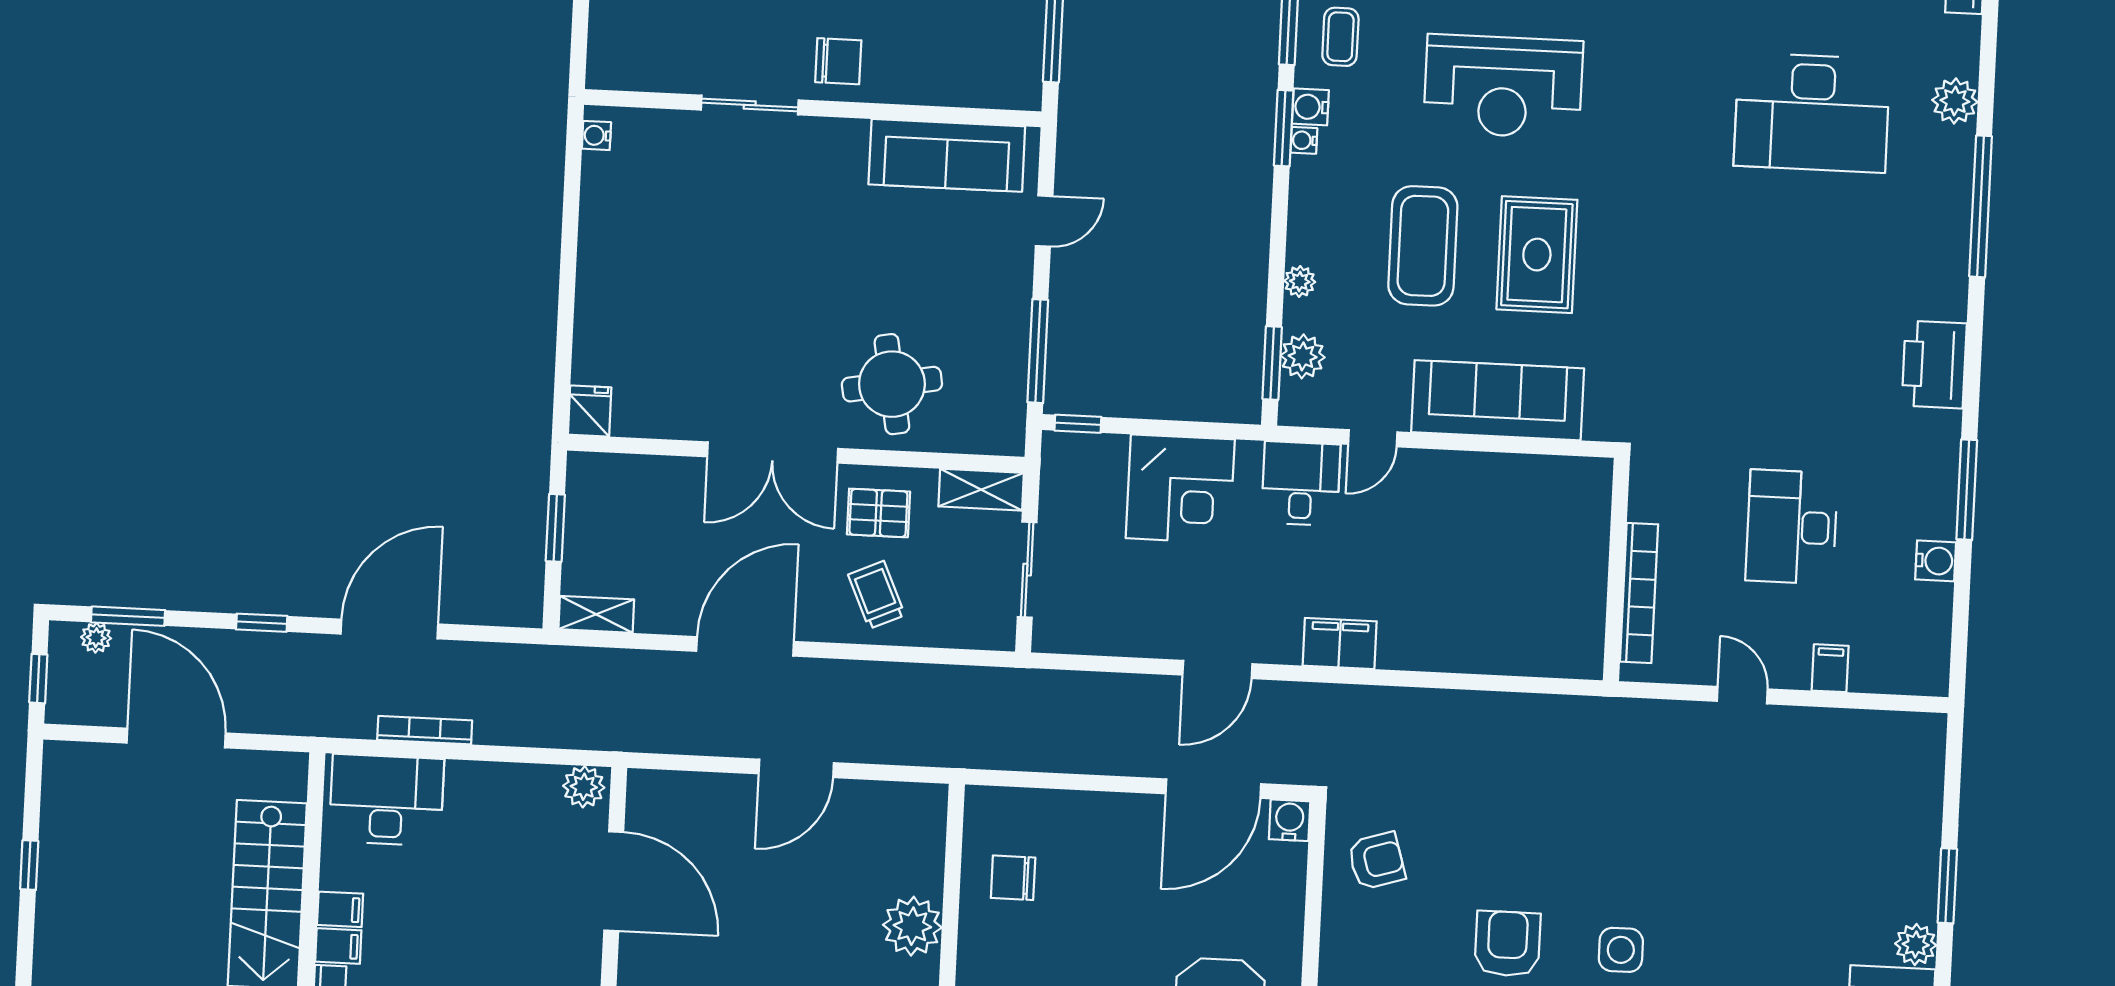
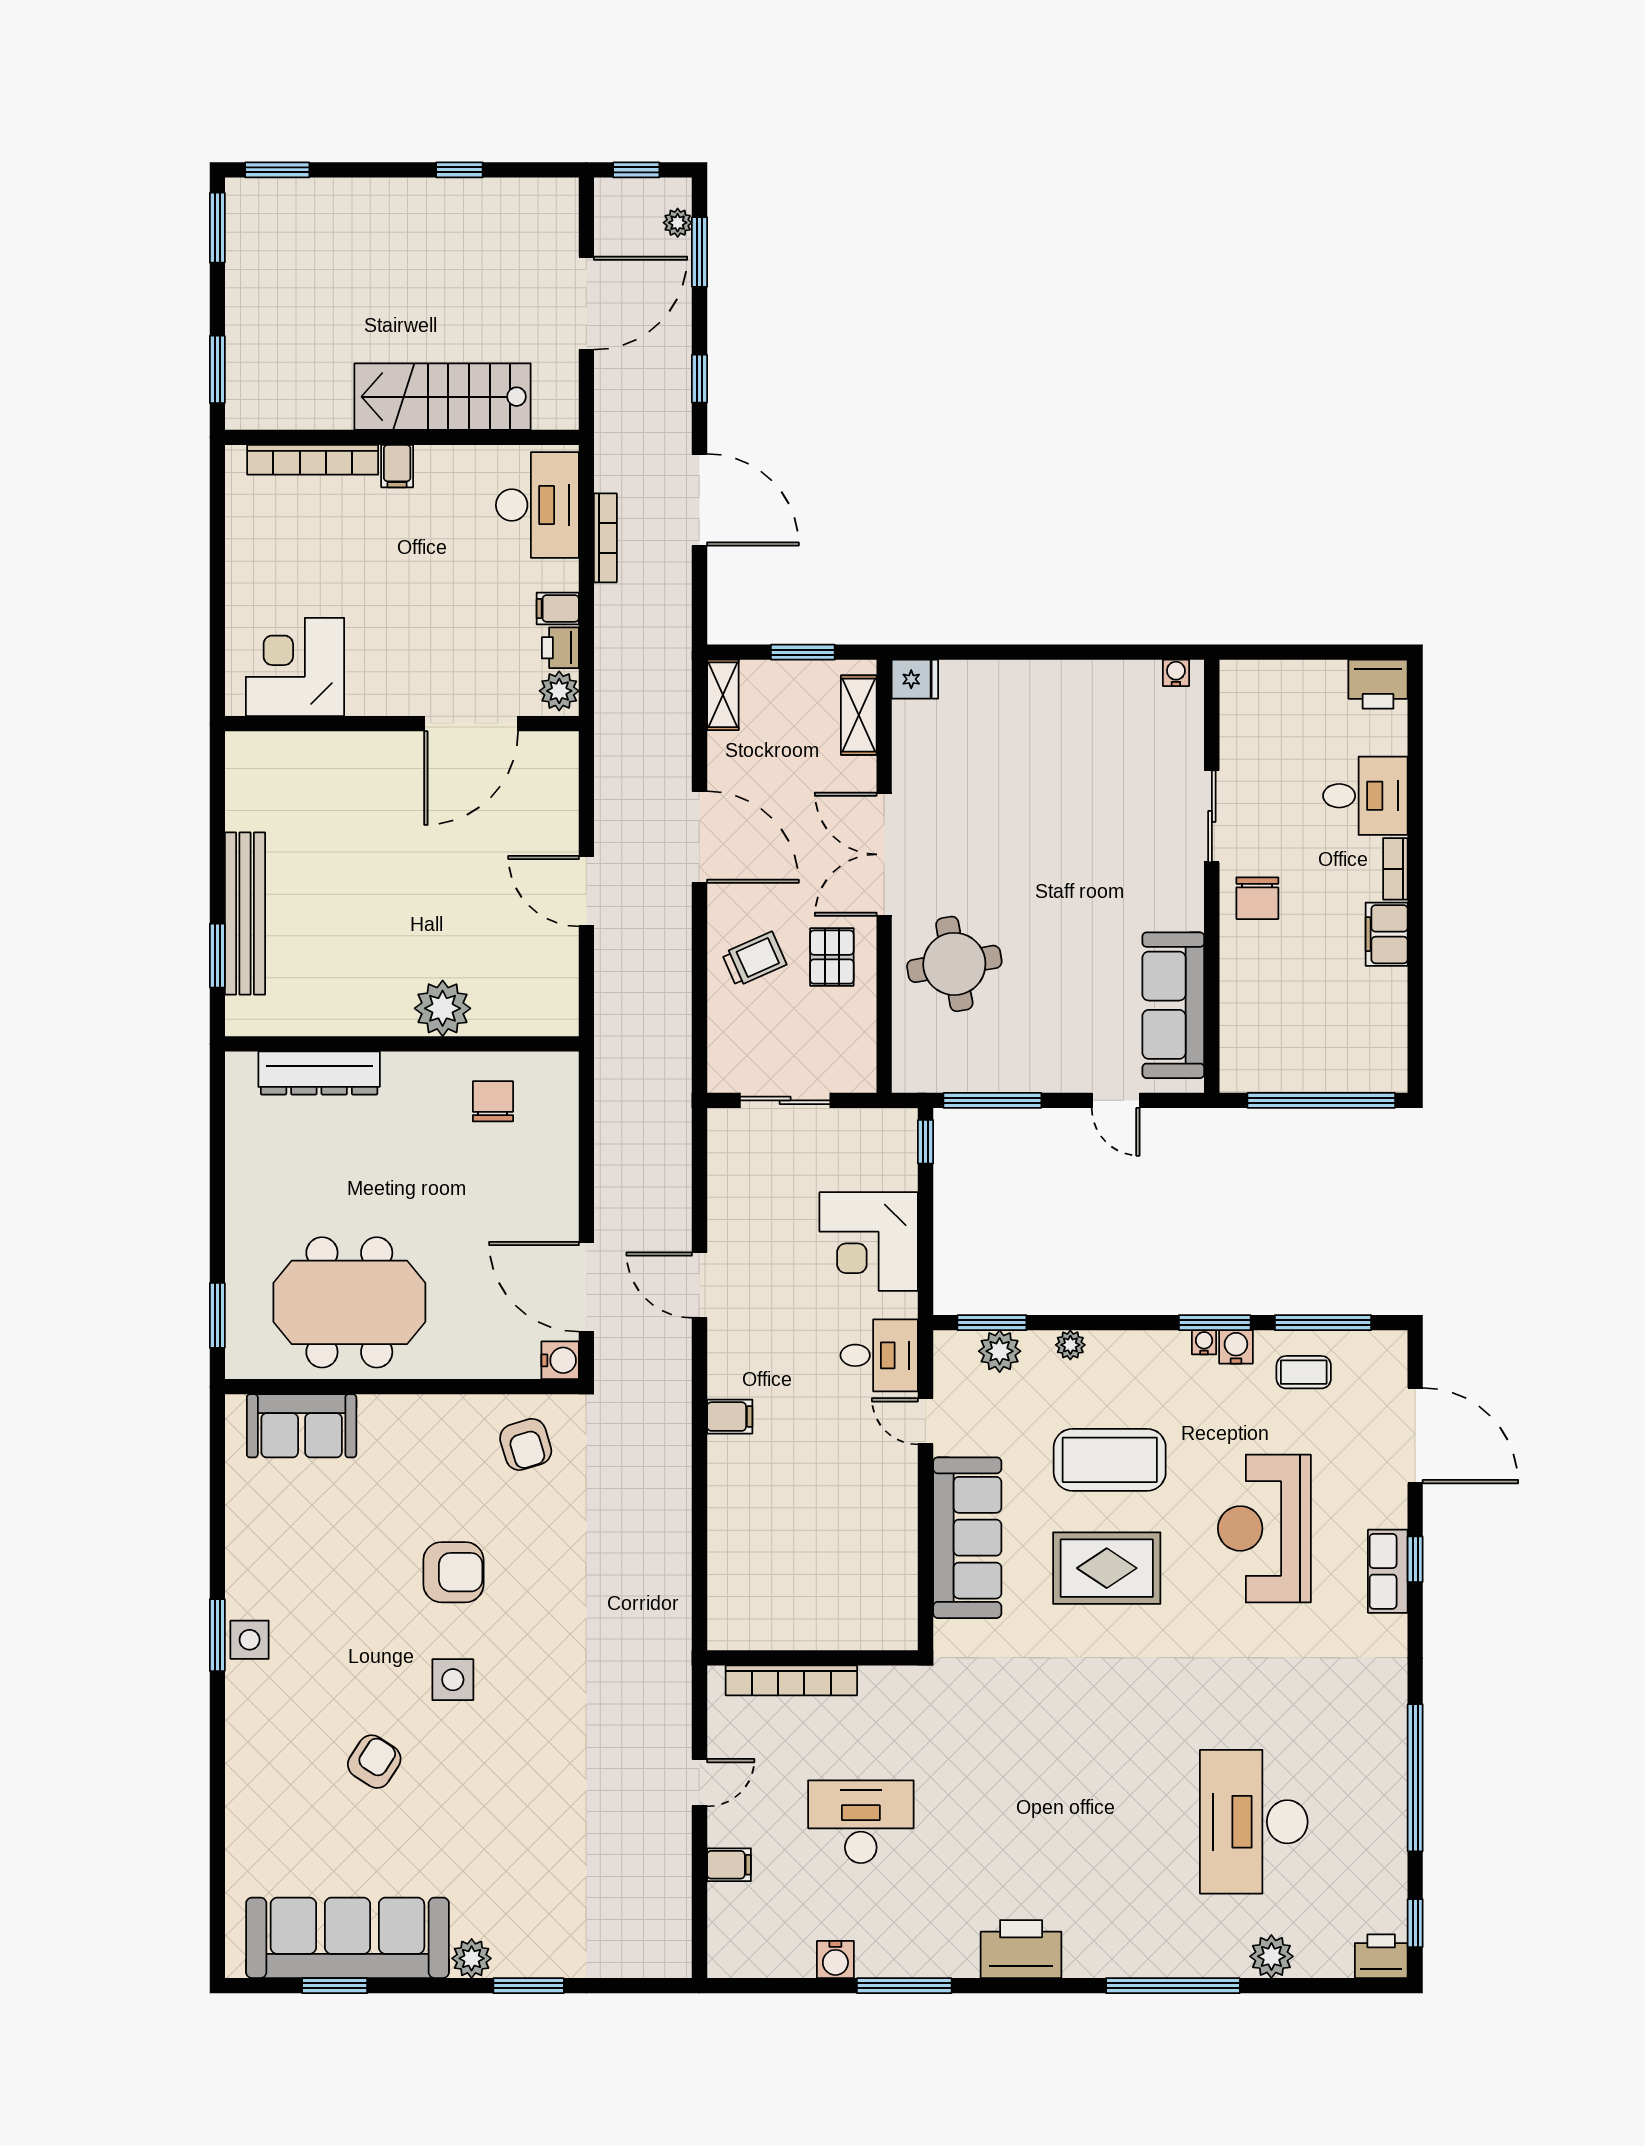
shelving: (981, 490) -> (859, 715), moved
filing cabinet: (1340, 643) -> (730, 1417), width x0.50
printer: (538, 783) -> (560, 648), added
filing cabinet: (340, 909) -> (558, 608), moved, turned 90

